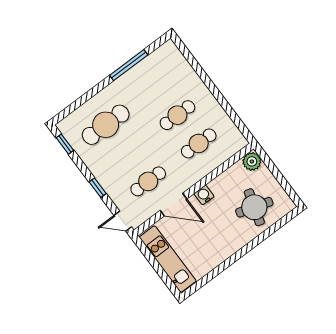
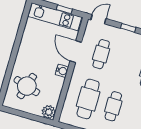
cafe table: (199, 143) -> (88, 99), width x1.37, depth x1.35
door: (173, 205) -> (76, 52), hinge flipped
window: (151, 259) -> (64, 9), added

